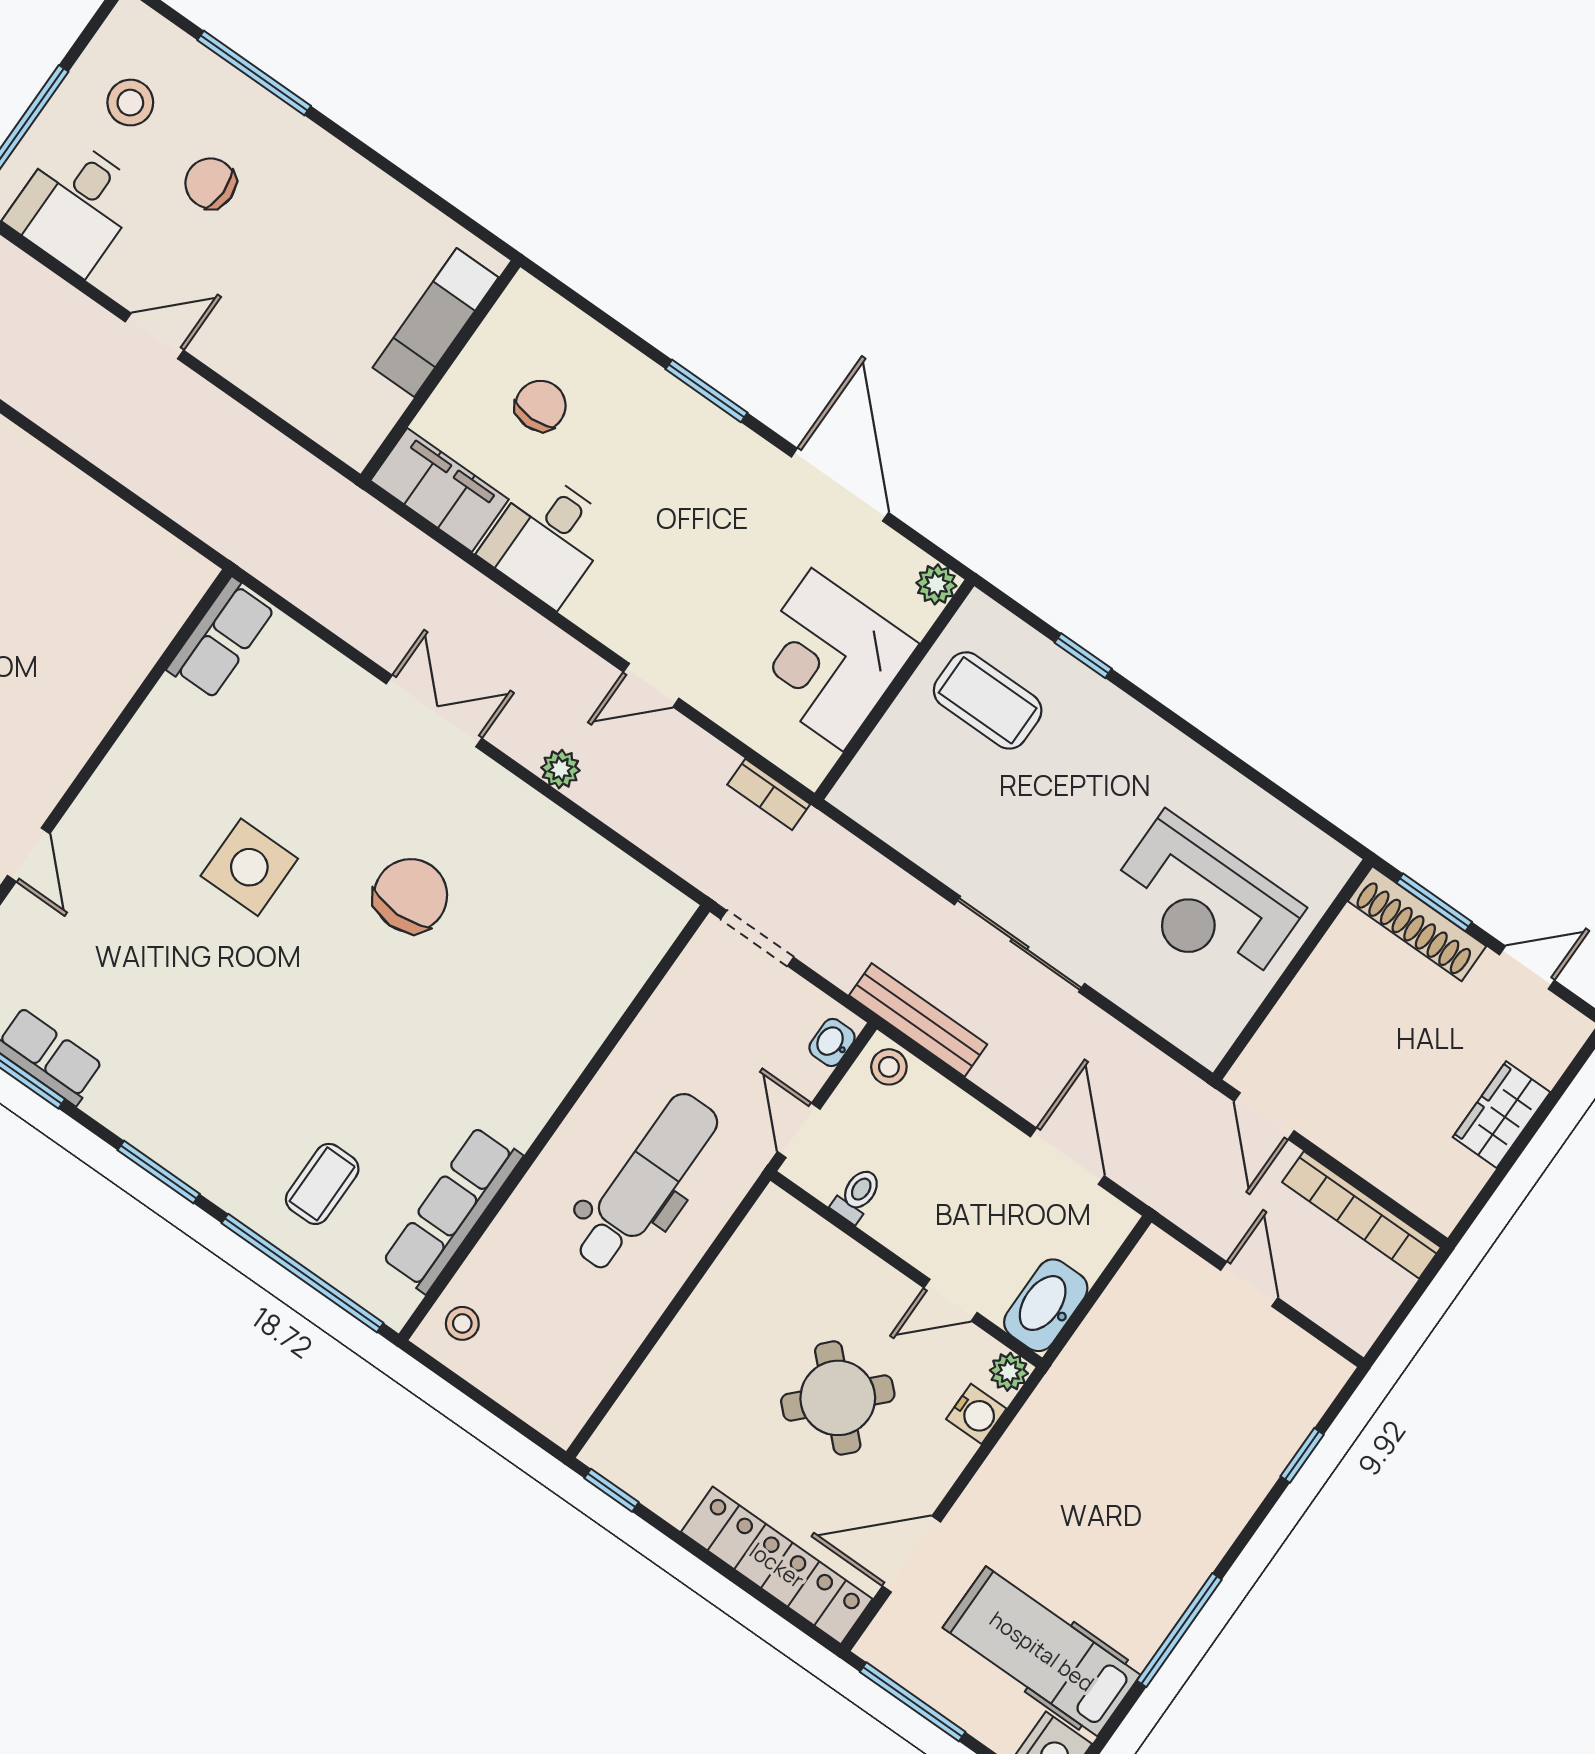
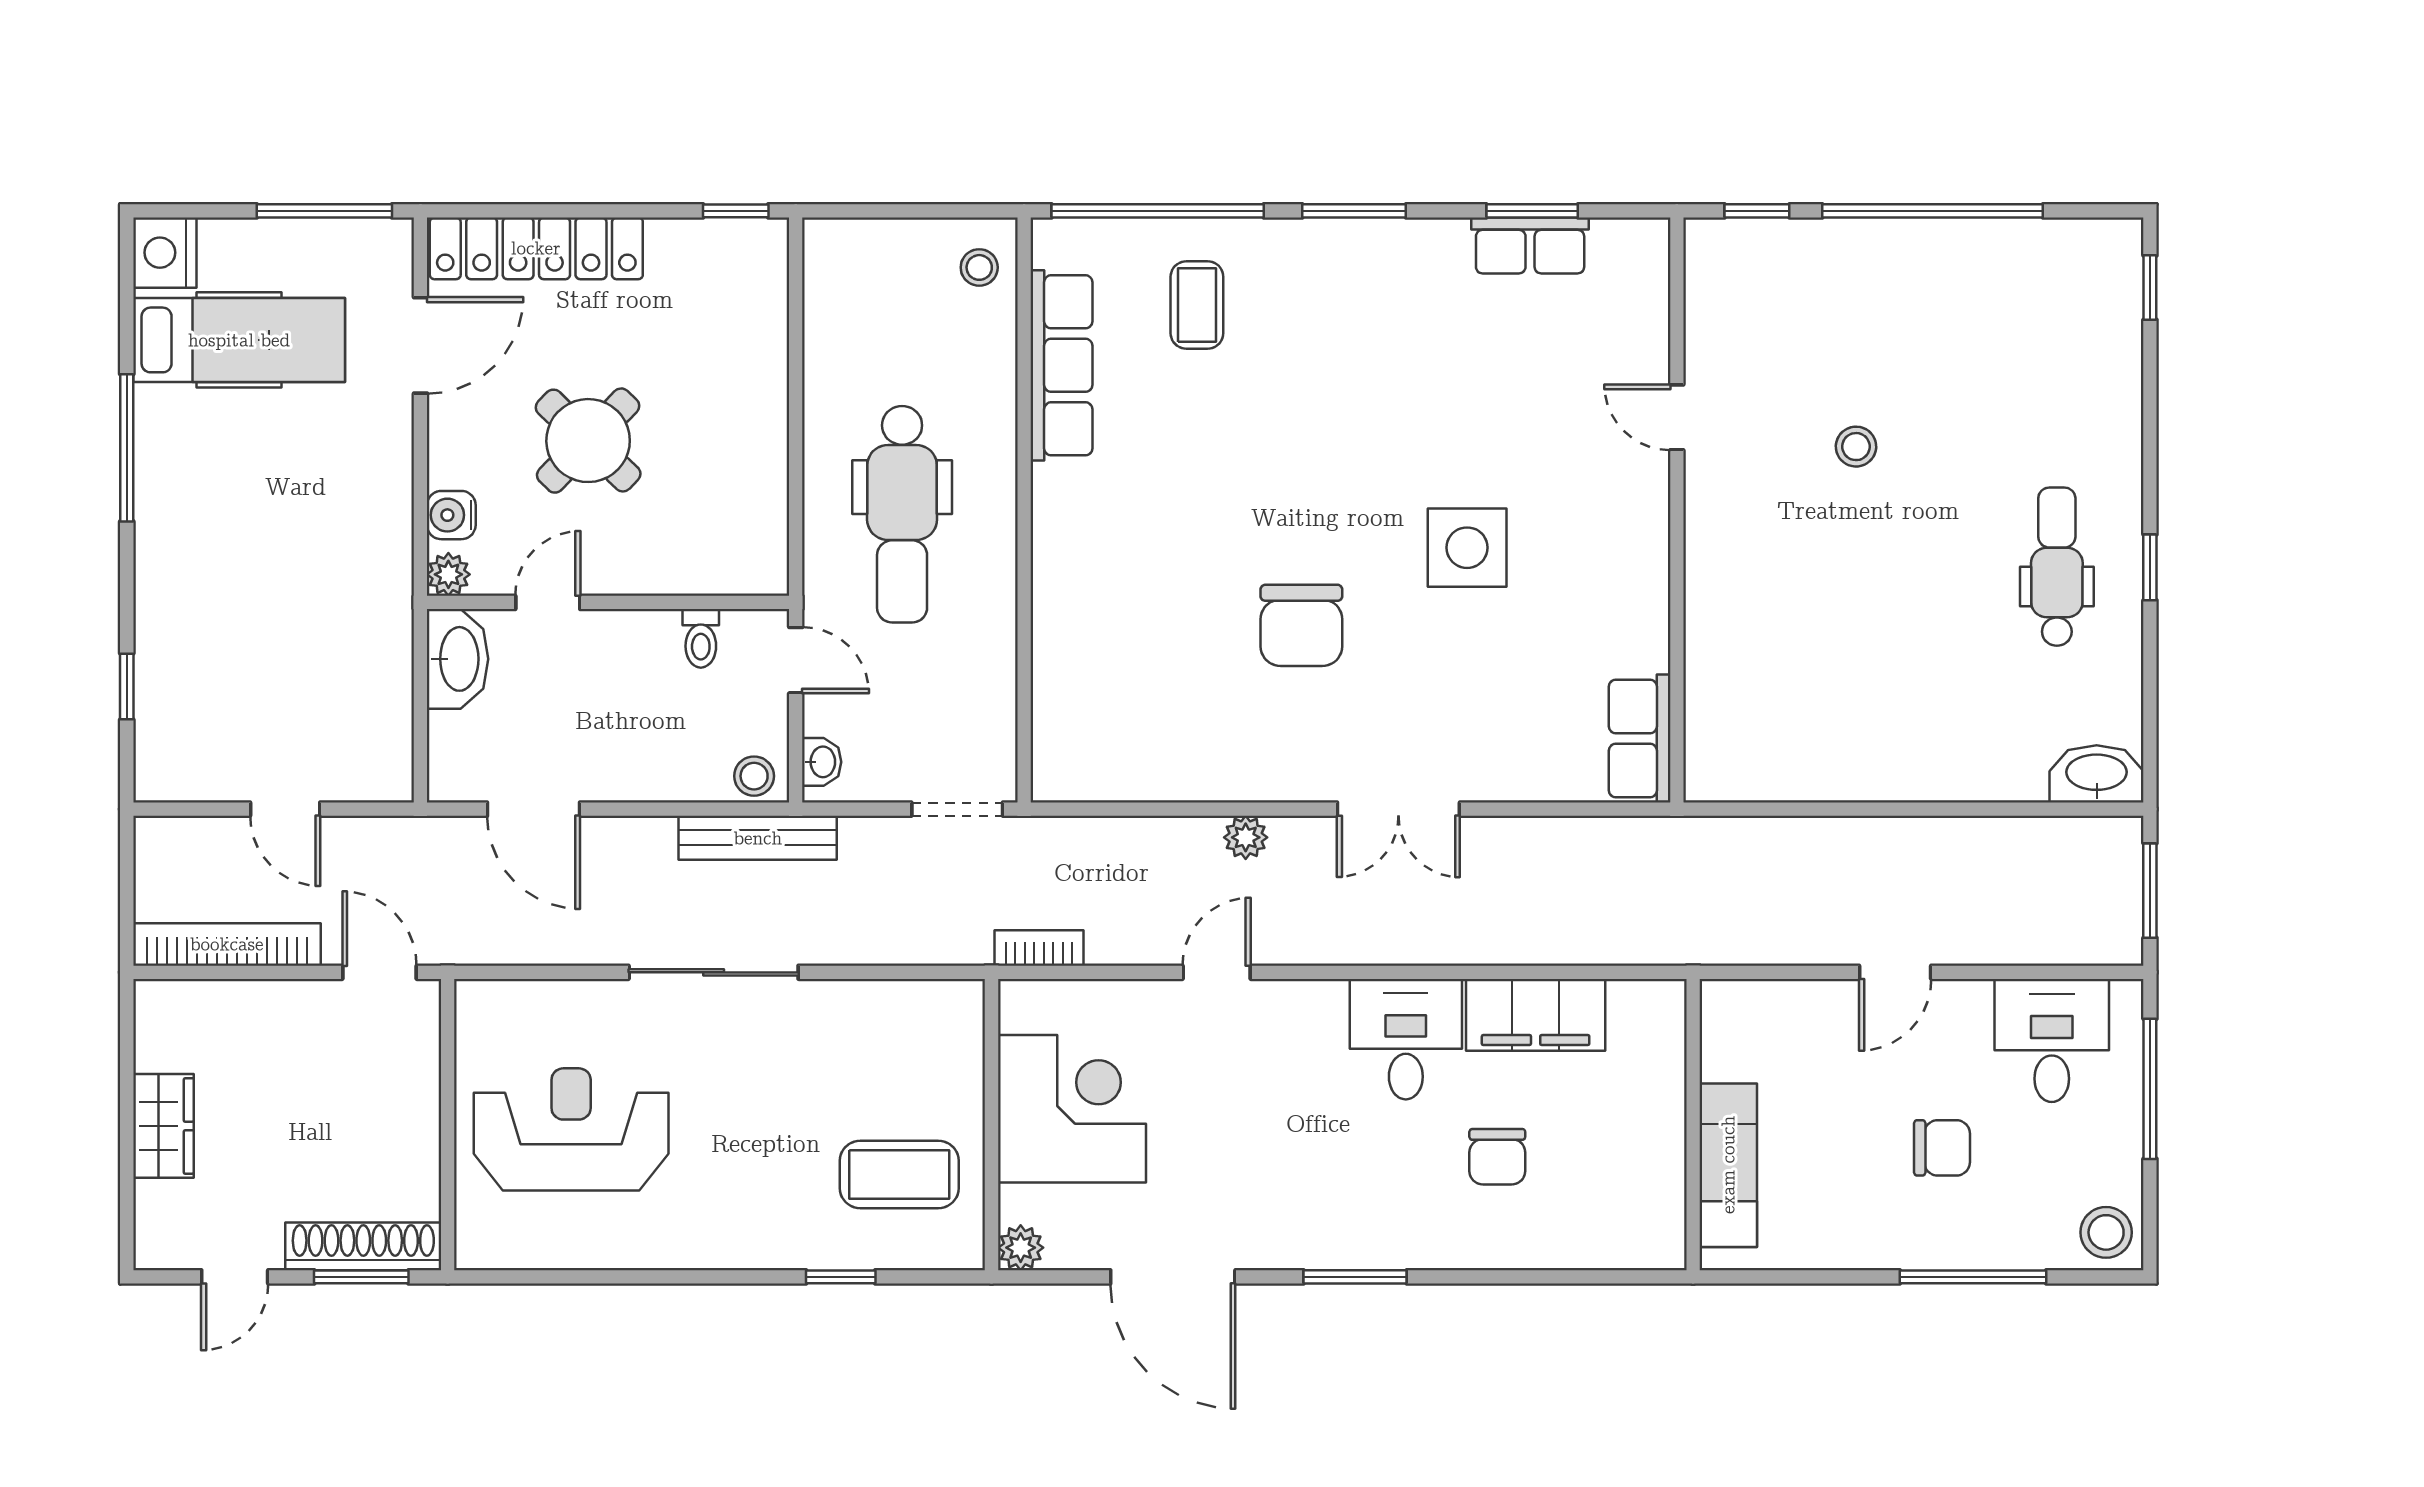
stool: (130, 103) -> (2106, 1232), moved
exam couch: (436, 323) -> (1728, 1165), moved
wall: (440, 370) -> (1693, 1125), moved

